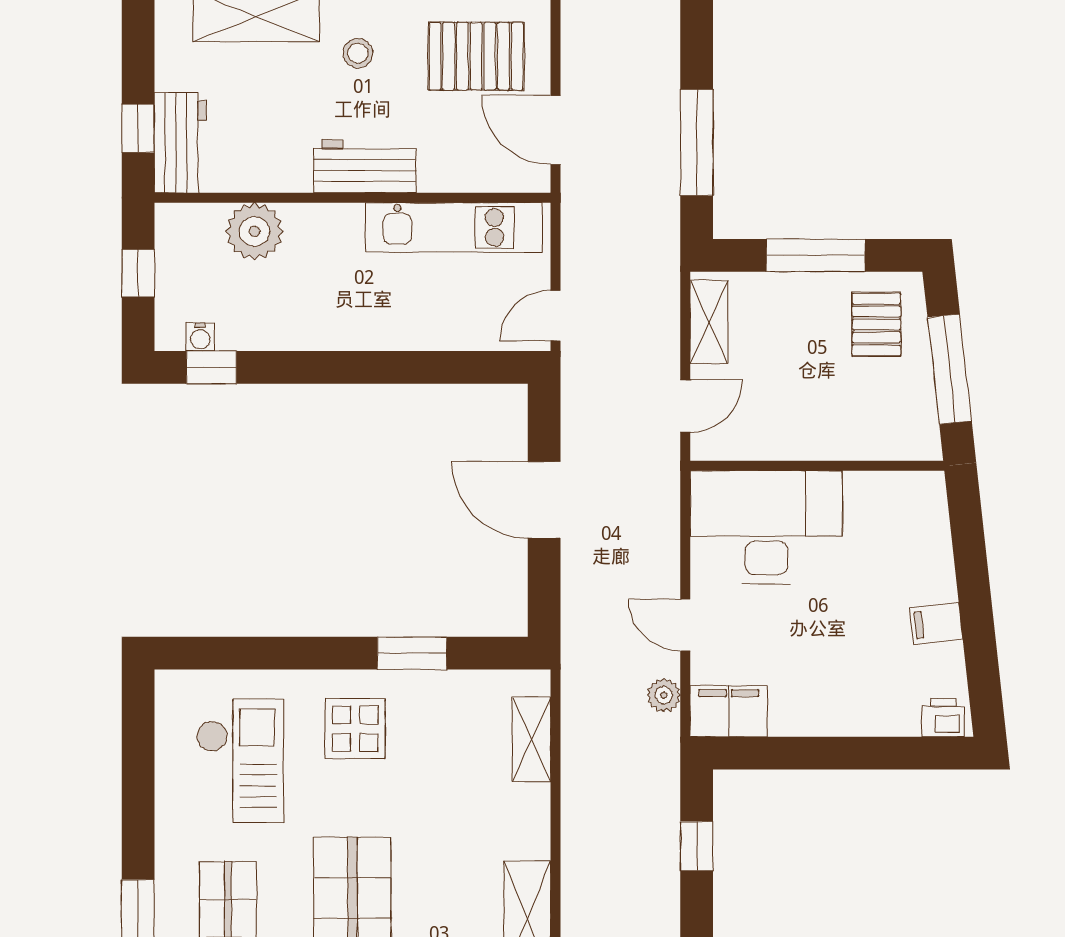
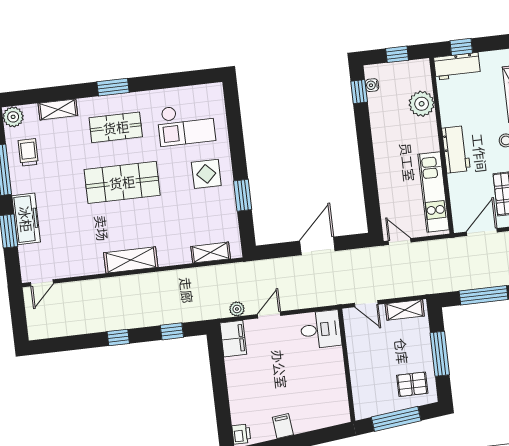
desk: (766, 527) -> (321, 329), width x0.53, depth x0.77

